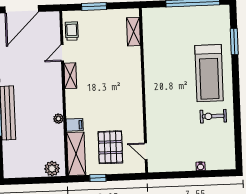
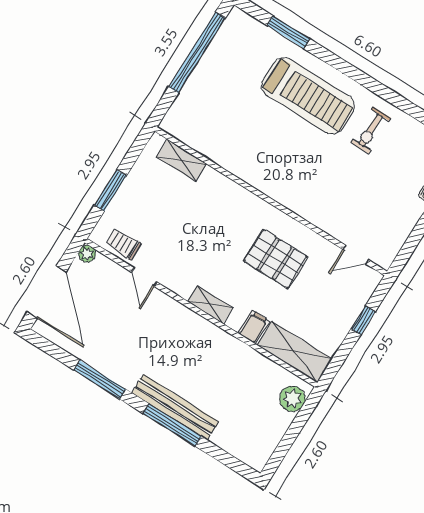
shelving: (70, 76) -> (210, 305), moved
plant: (58, 119) -> (87, 254), moved
pallet: (110, 147) -> (276, 259), moved
window: (98, 178) -> (363, 320), moved

